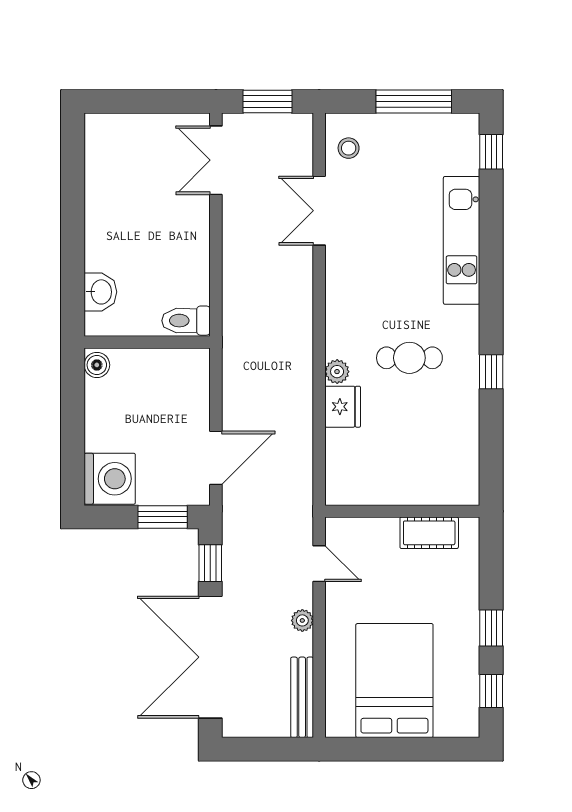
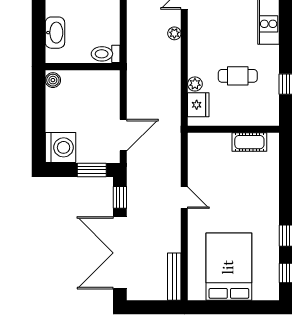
washbasin: (100, 292) -> (55, 33), width x1.38
wall: (402, 511) -> (233, 129), moved
cot: (429, 533) -> (249, 142), moved
plant: (302, 620) -> (174, 33), moved

